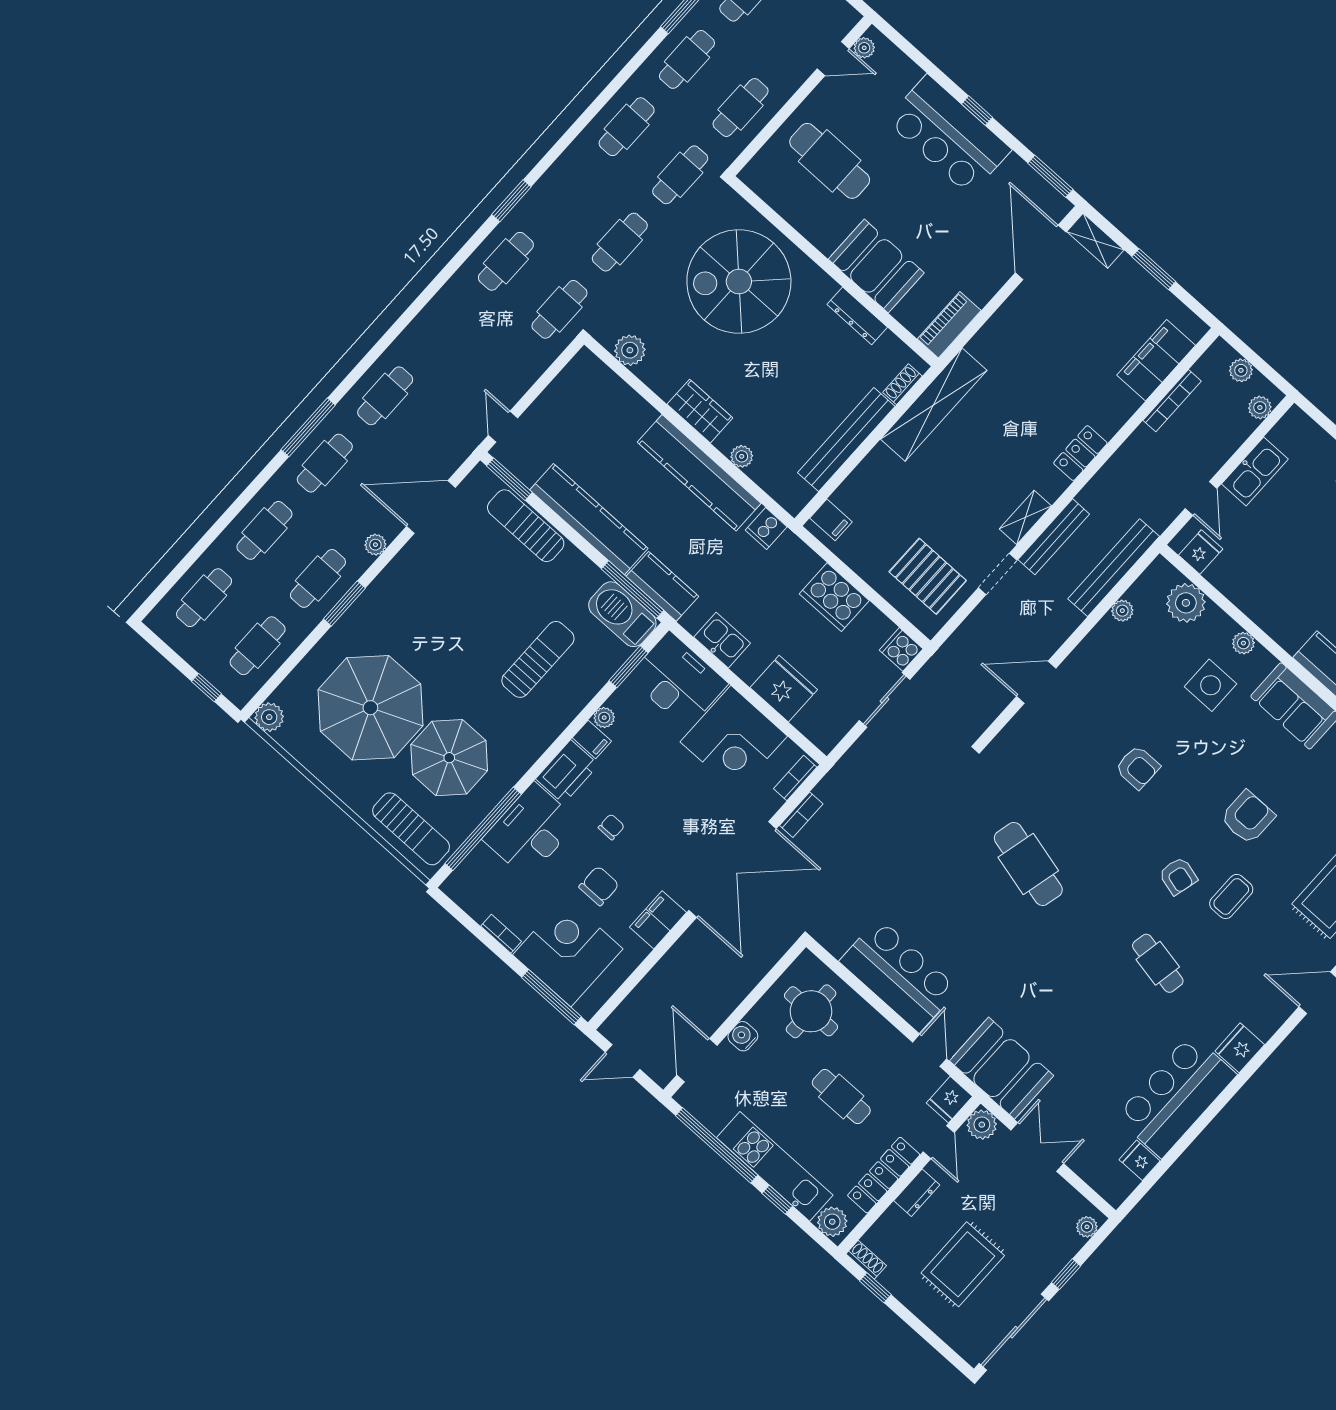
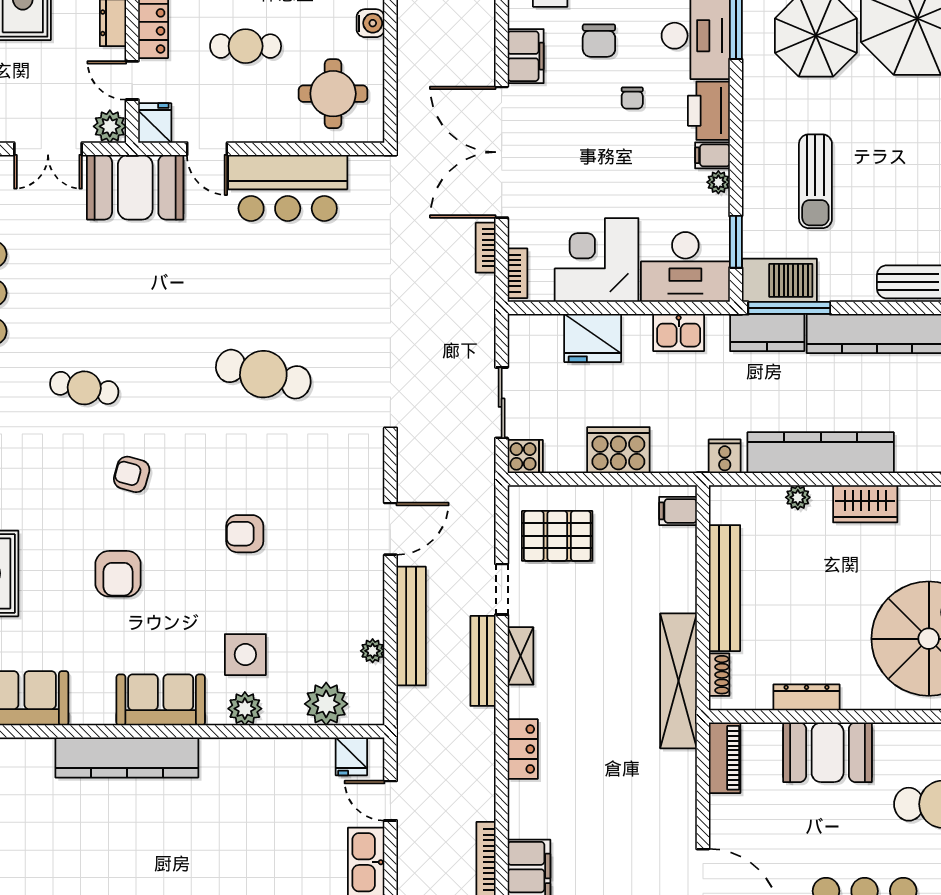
bench: (1114, 568) -> (411, 626), moved
plant: (1243, 643) -> (245, 709), width x1.38, depth x1.38
coffee table: (1231, 896) -> (73, 497), removed

